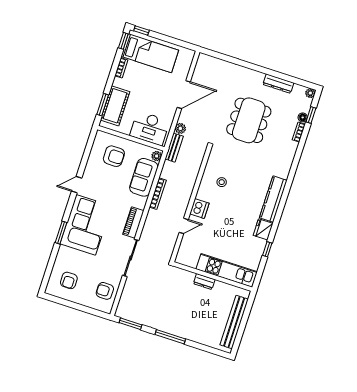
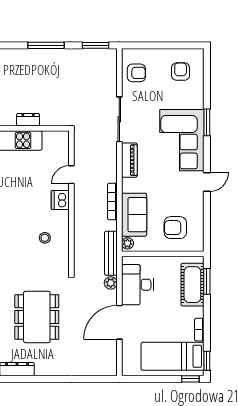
desk: (150, 128) -> (137, 285), moved, turned -90
bench: (174, 148) -> (111, 253), width x1.36

